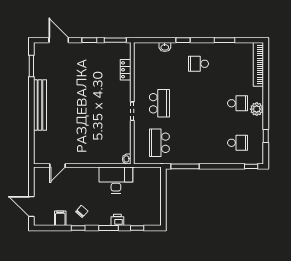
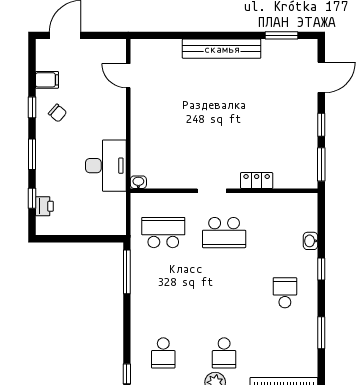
locker: (126, 70) -> (257, 181), moved
printer: (117, 220) -> (44, 206), moved

